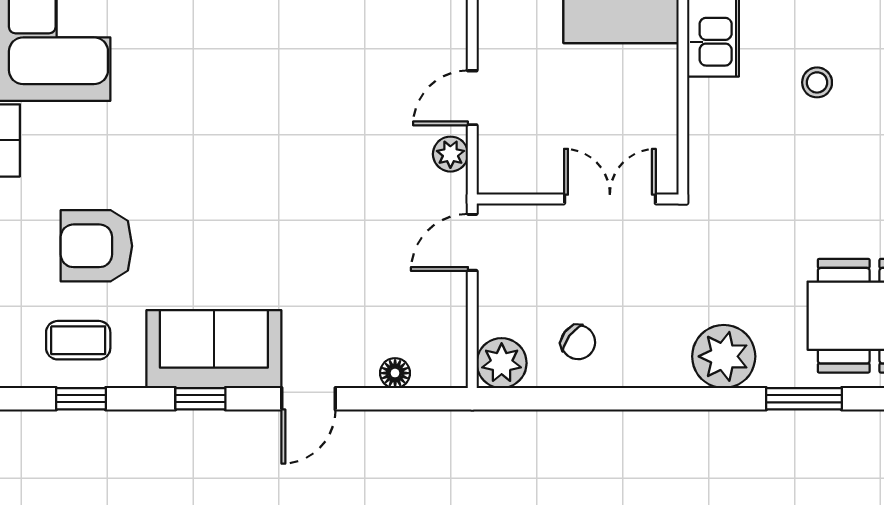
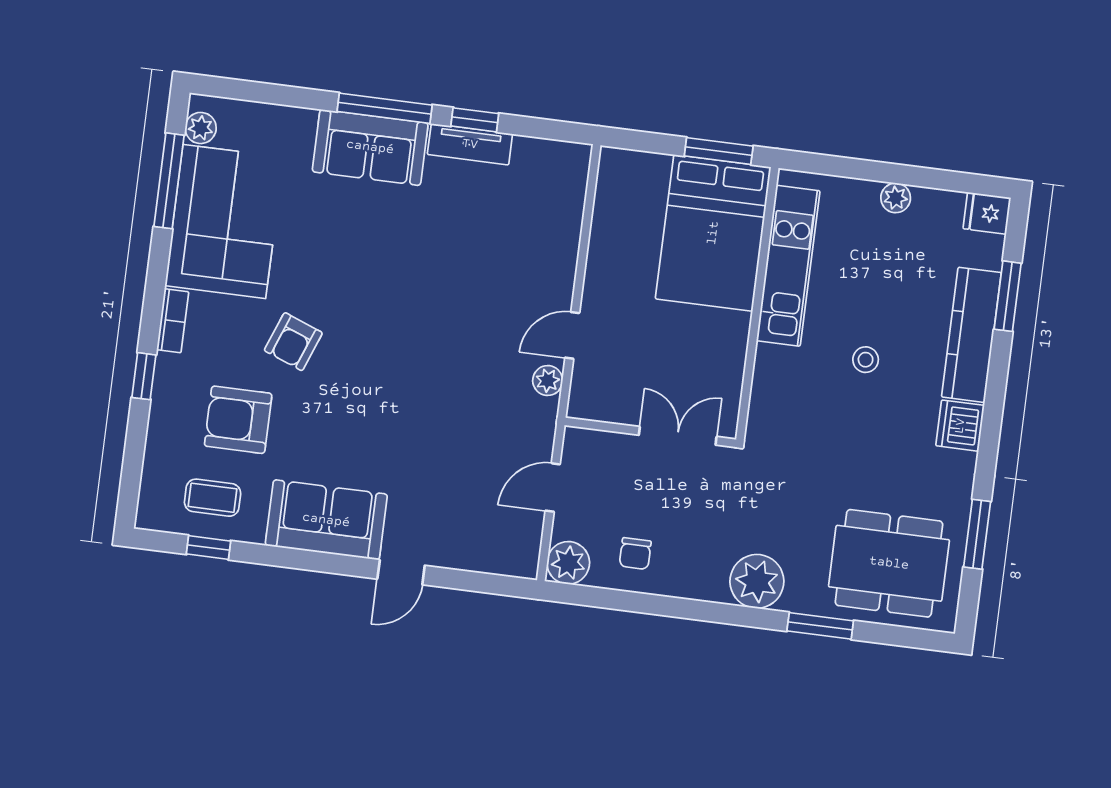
armchair: (149, 147) -> (293, 342), added
door: (472, 242) -> (553, 487), moved
chair: (578, 342) -> (635, 554), turned 53
floor lamp: (395, 373) -> (477, 560), removed
window: (200, 399) -> (310, 560), removed

